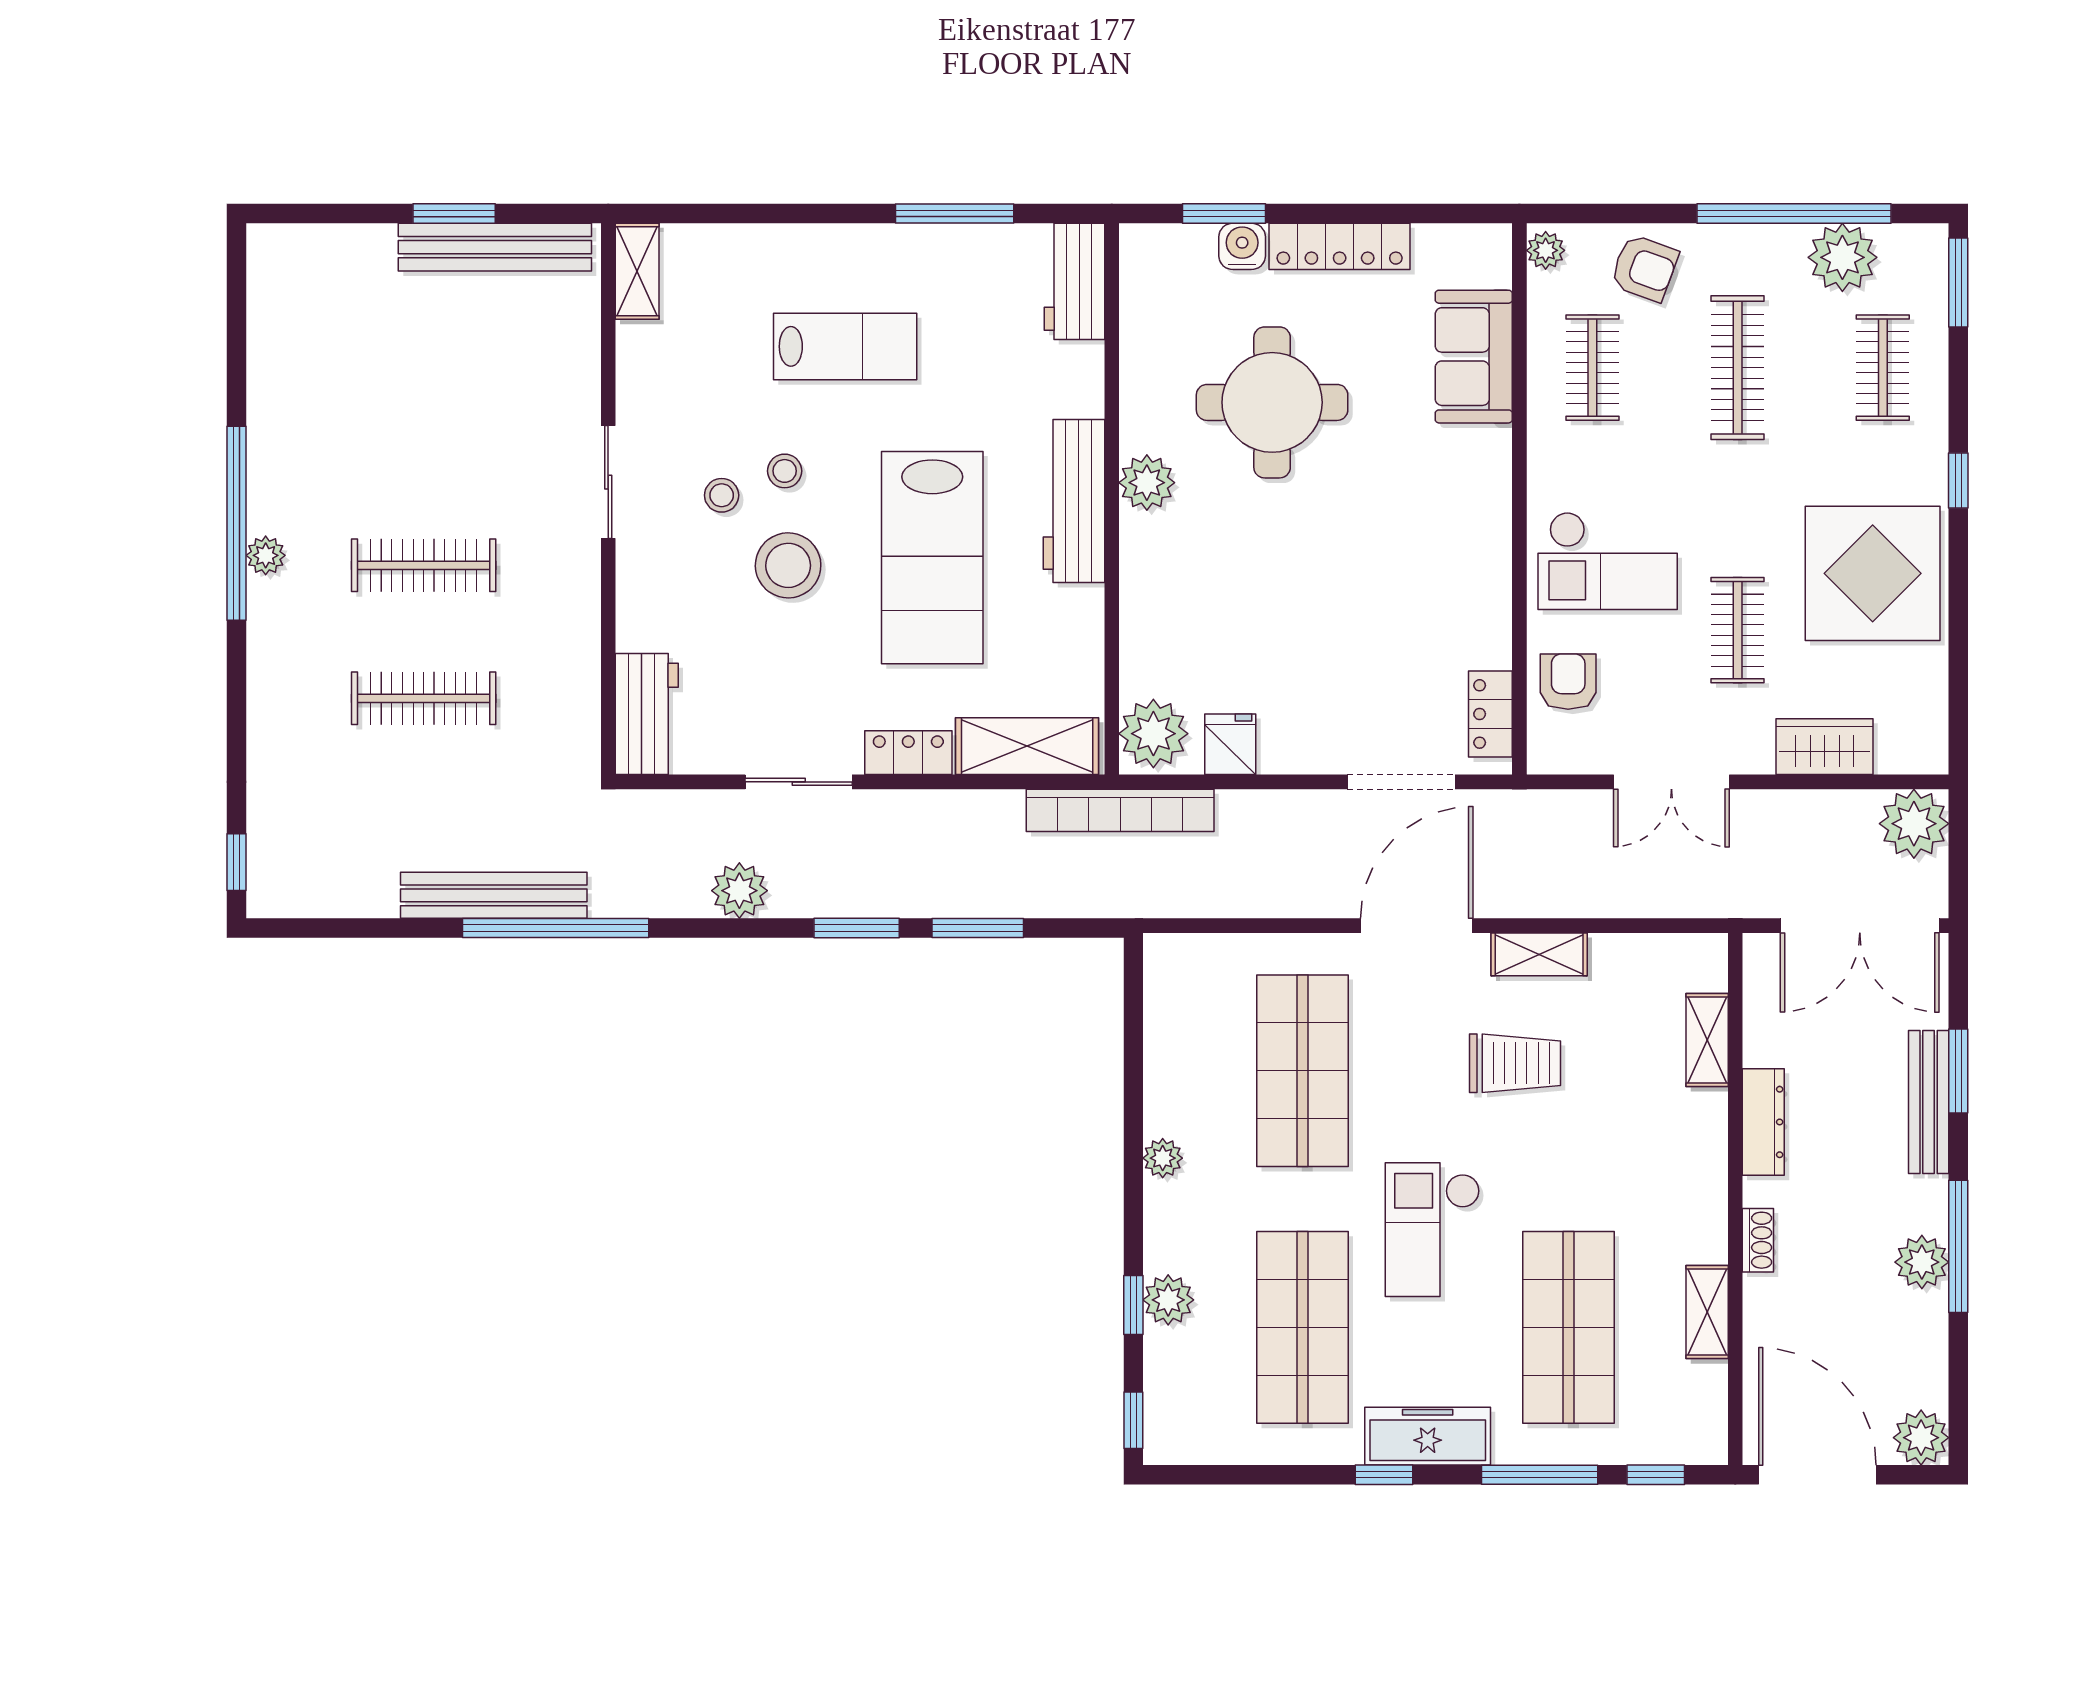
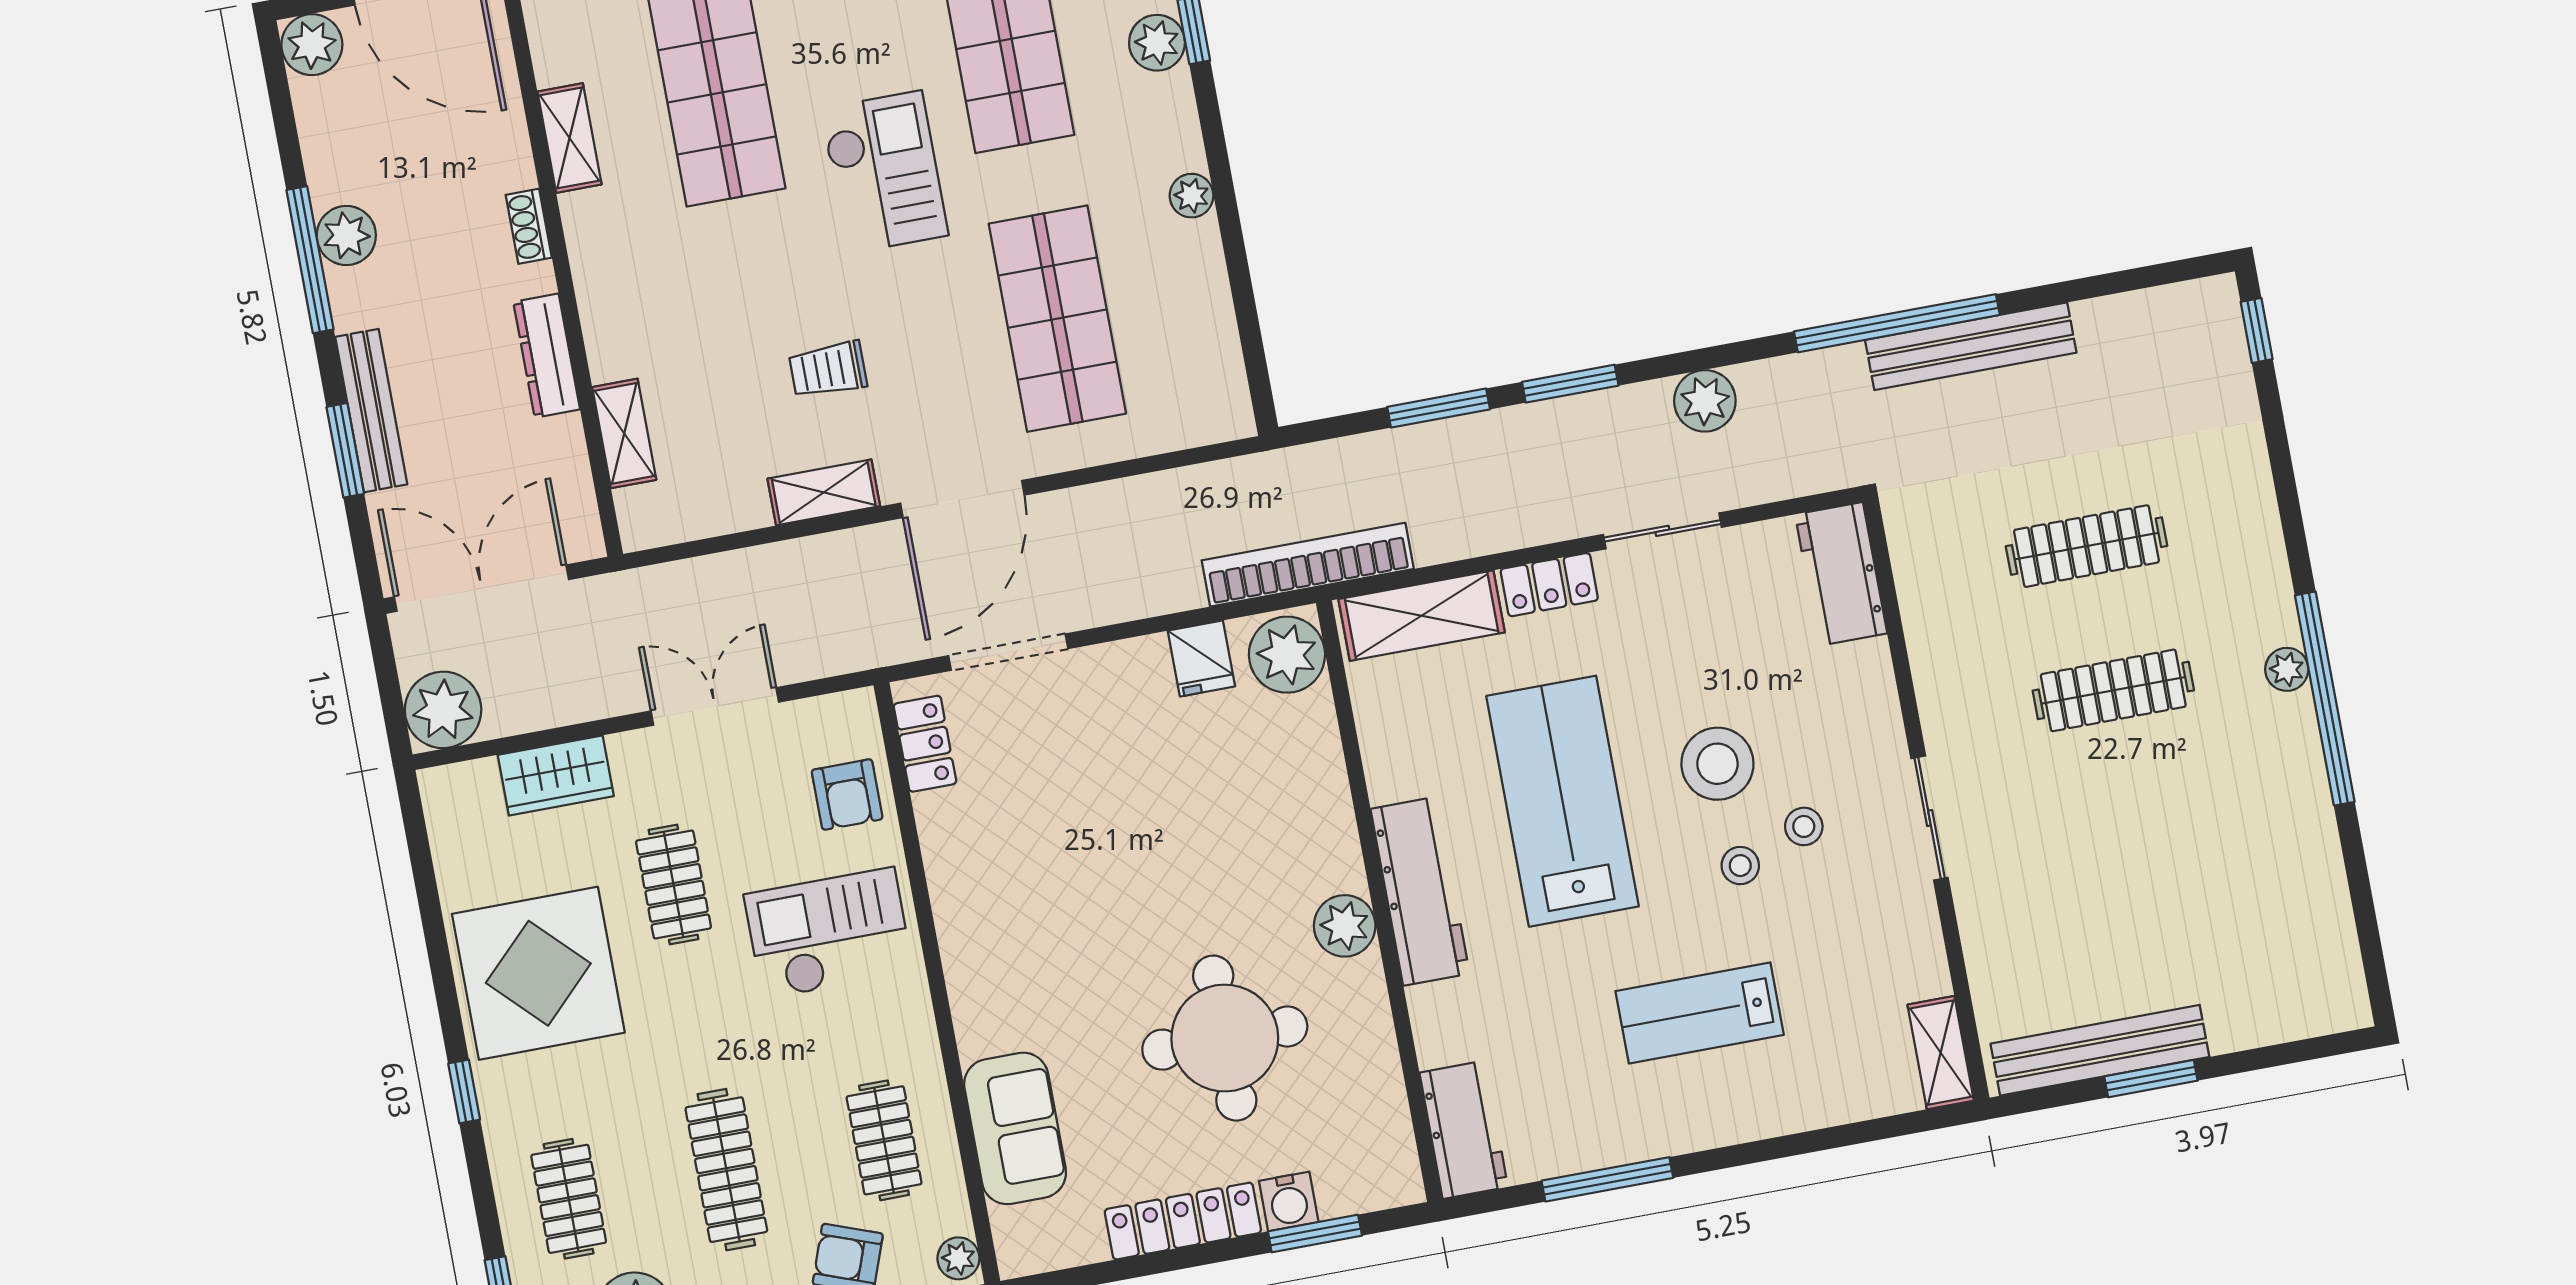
trolley: (1515, 1063) -> (828, 369), width x0.73, depth x0.72

